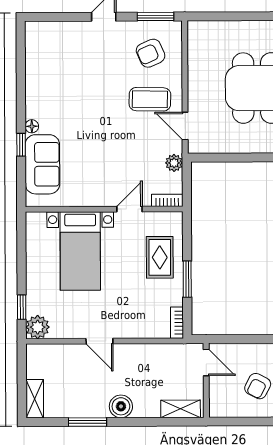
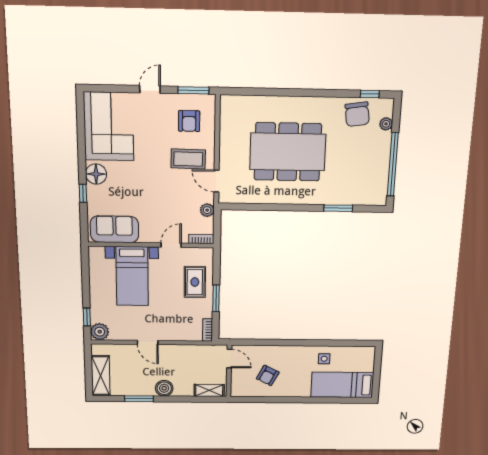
armchair: (151, 53) -> (189, 121), turned -66
corner sofa: (54, 62) -> (109, 127), added
floor lamp: (32, 126) -> (96, 174), width x1.89, depth x1.89
sofa: (42, 164) -> (114, 229), moved, turned -90
shelving: (35, 399) -> (101, 376), width x1.50, depth x1.33

